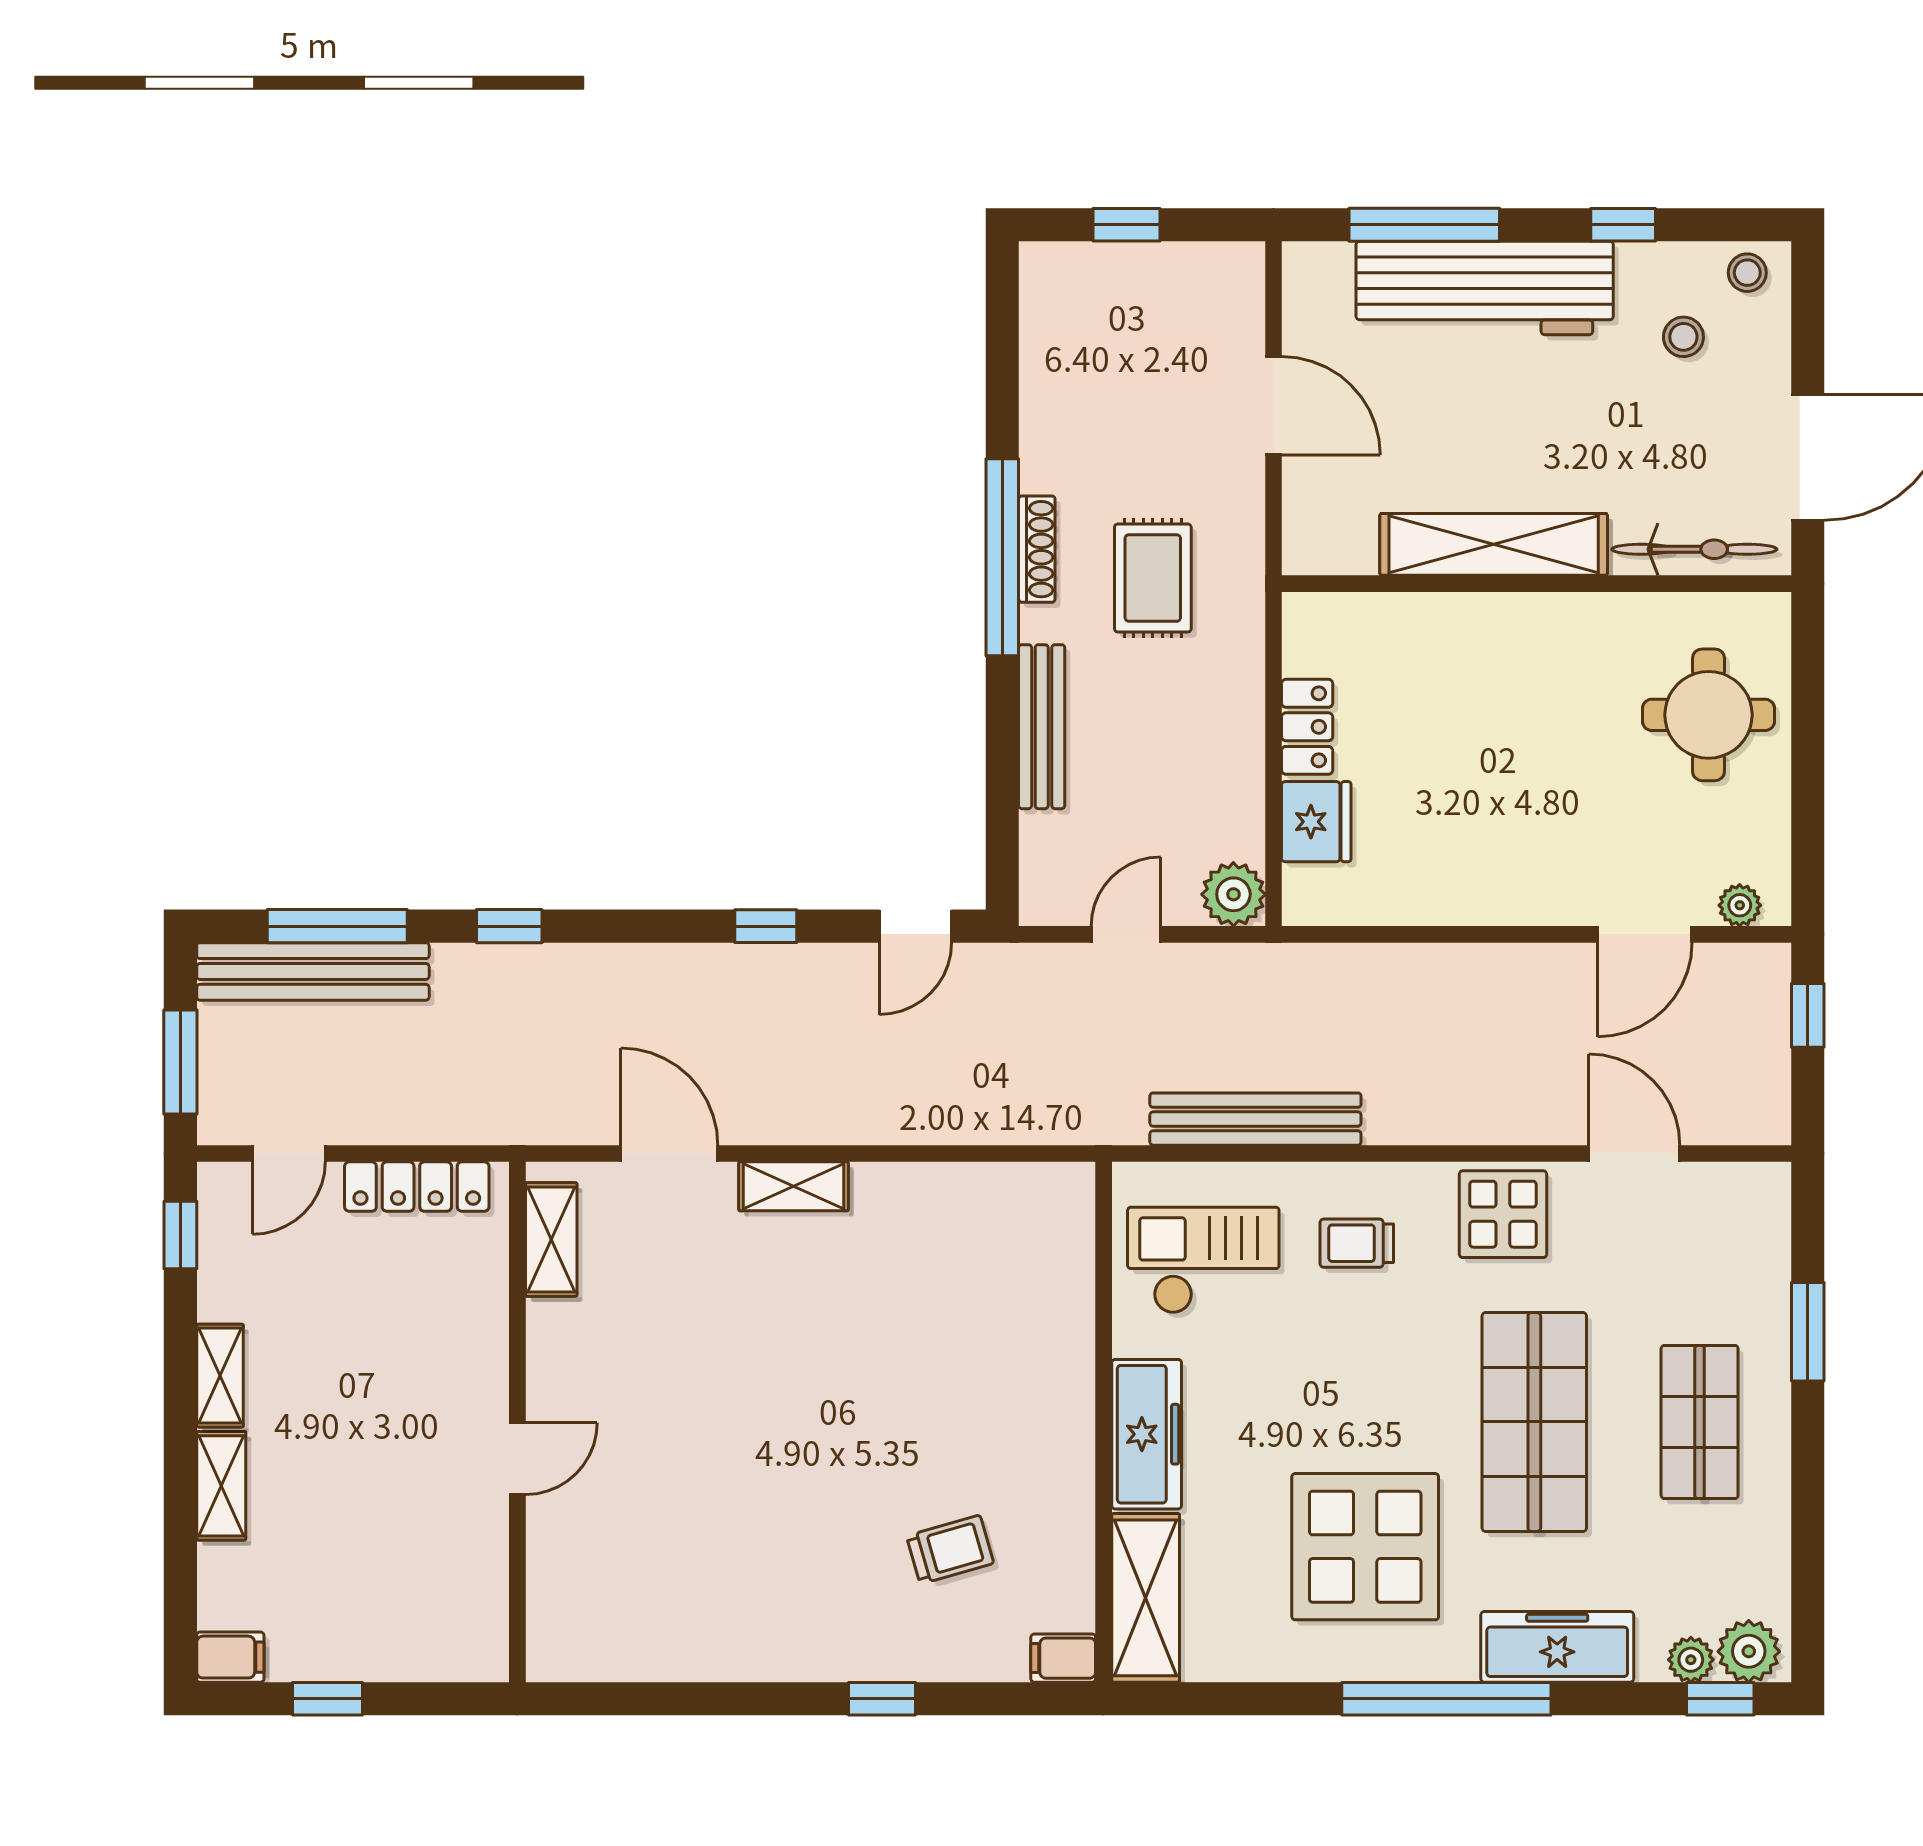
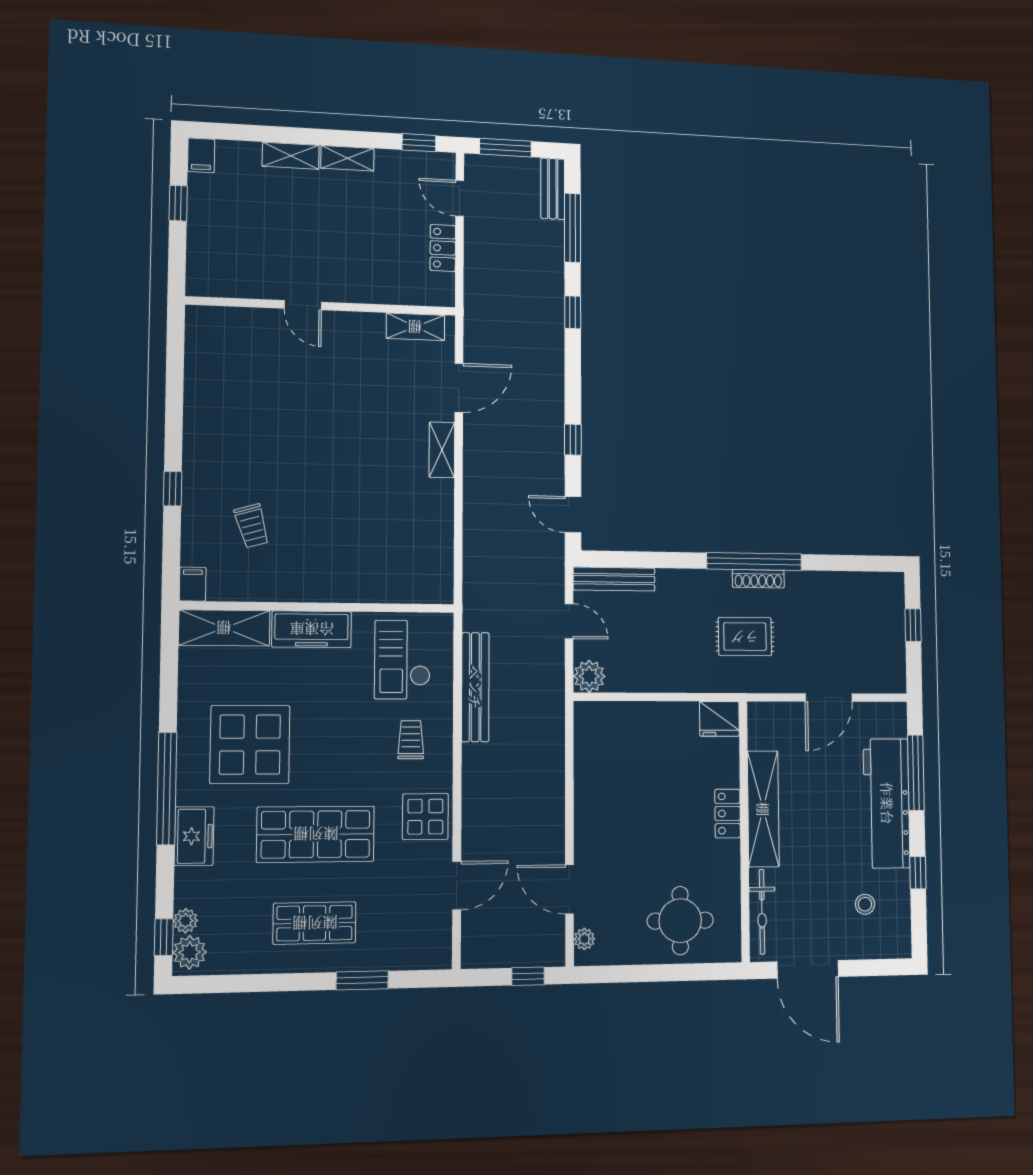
stool: (1747, 273) -> (896, 936), removed
bench: (1042, 727) -> (614, 579), moved
locker: (1307, 727) -> (728, 814), moved, turned 90
fridge: (1316, 822) -> (719, 719), moved
bench: (313, 971) -> (553, 189), width x0.54, depth x0.82
locker: (417, 1187) -> (443, 248), width x0.66
checkout: (1203, 1260) -> (402, 660), turned 180
freezer: (1557, 1647) -> (194, 836), width x0.71

